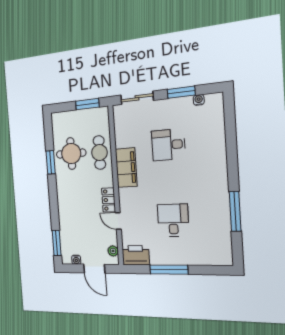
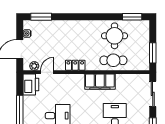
window: (51, 162) -> (132, 17), moved
door: (118, 221) -> (47, 72), moved

